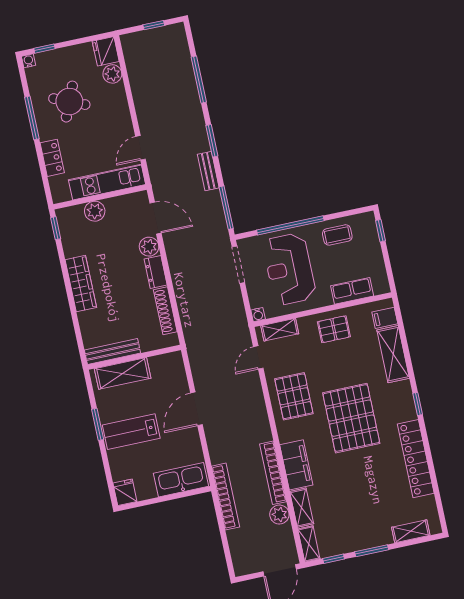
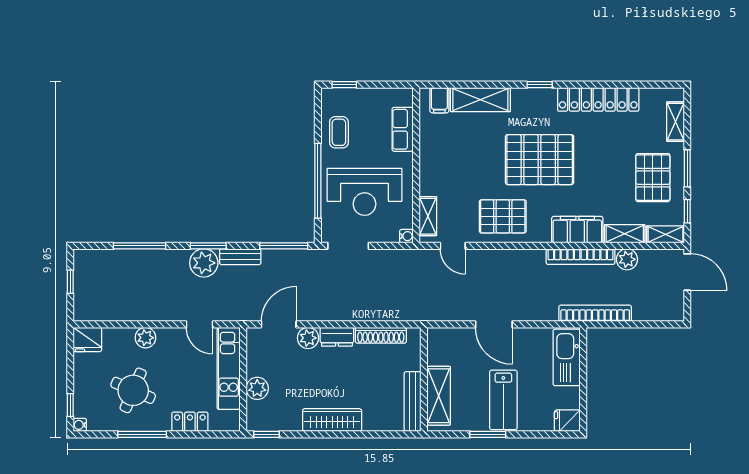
plant: (112, 74) -> (145, 338), moved
plant: (196, 140) -> (204, 263), added
pallet: (334, 329) -> (653, 178), moved, width x1.50, depth x1.42

